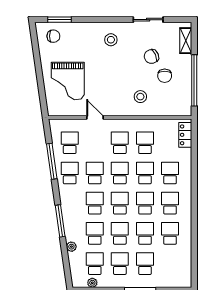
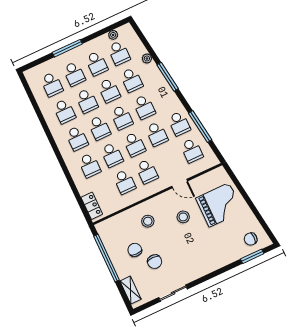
stool: (111, 40) -> (183, 217), moved
chair: (151, 56) -> (155, 262), turned 113
grand piano: (68, 81) -> (219, 205), turned 90
school desk: (170, 264) -> (52, 84), added

